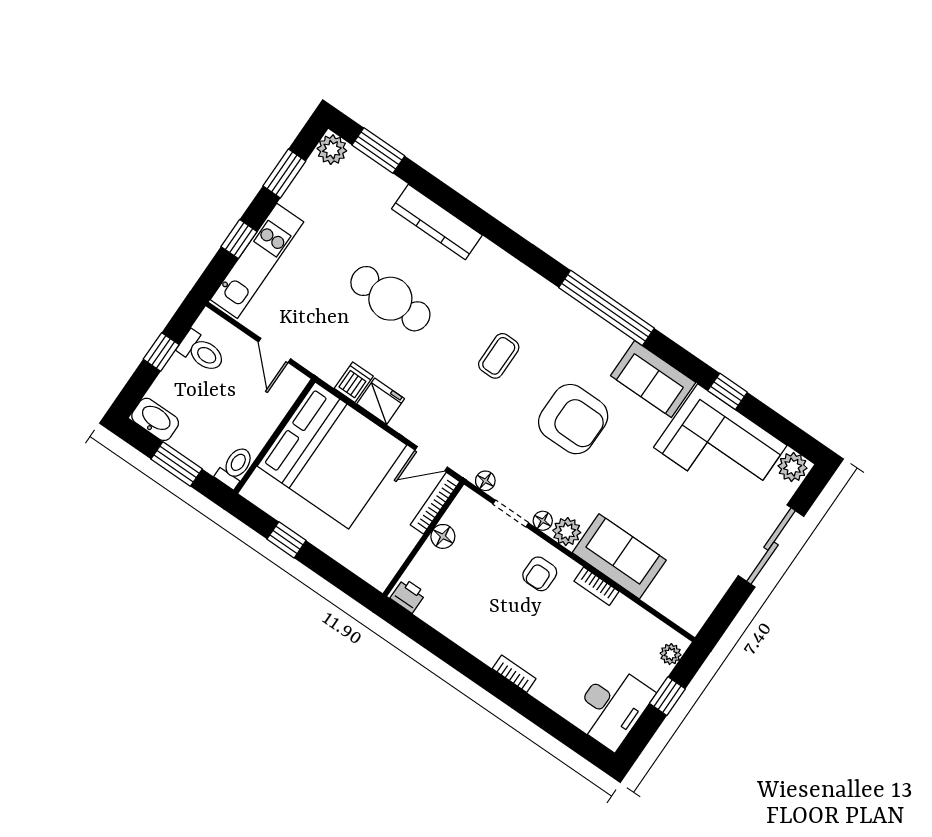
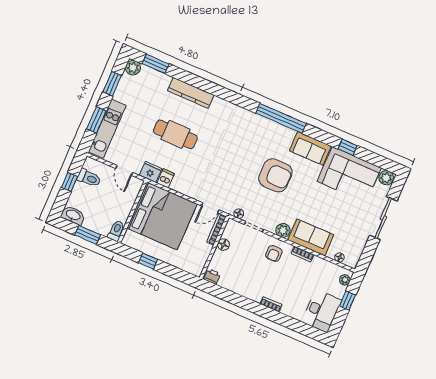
window: (239, 239) -> (96, 120), width x1.50
coffee table: (499, 356) -> (233, 152), removed
fridge: (381, 401) -> (151, 172), moved
floor lamp: (543, 521) -> (339, 258), moved

